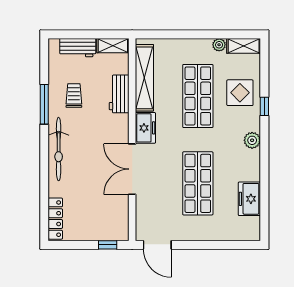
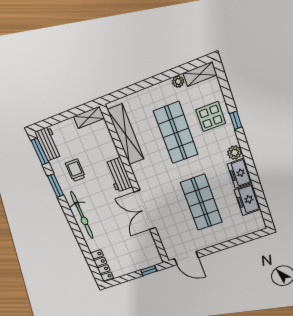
workbench: (78, 48) -> (48, 144), moved, turned -90
window: (44, 61) -> (40, 152), added
workbench: (119, 94) -> (119, 175), moved
window: (44, 104) -> (56, 186), width x0.69
freezer: (145, 128) -> (240, 173), moved, turned 180

